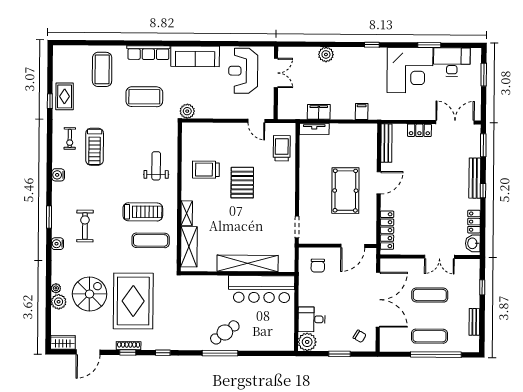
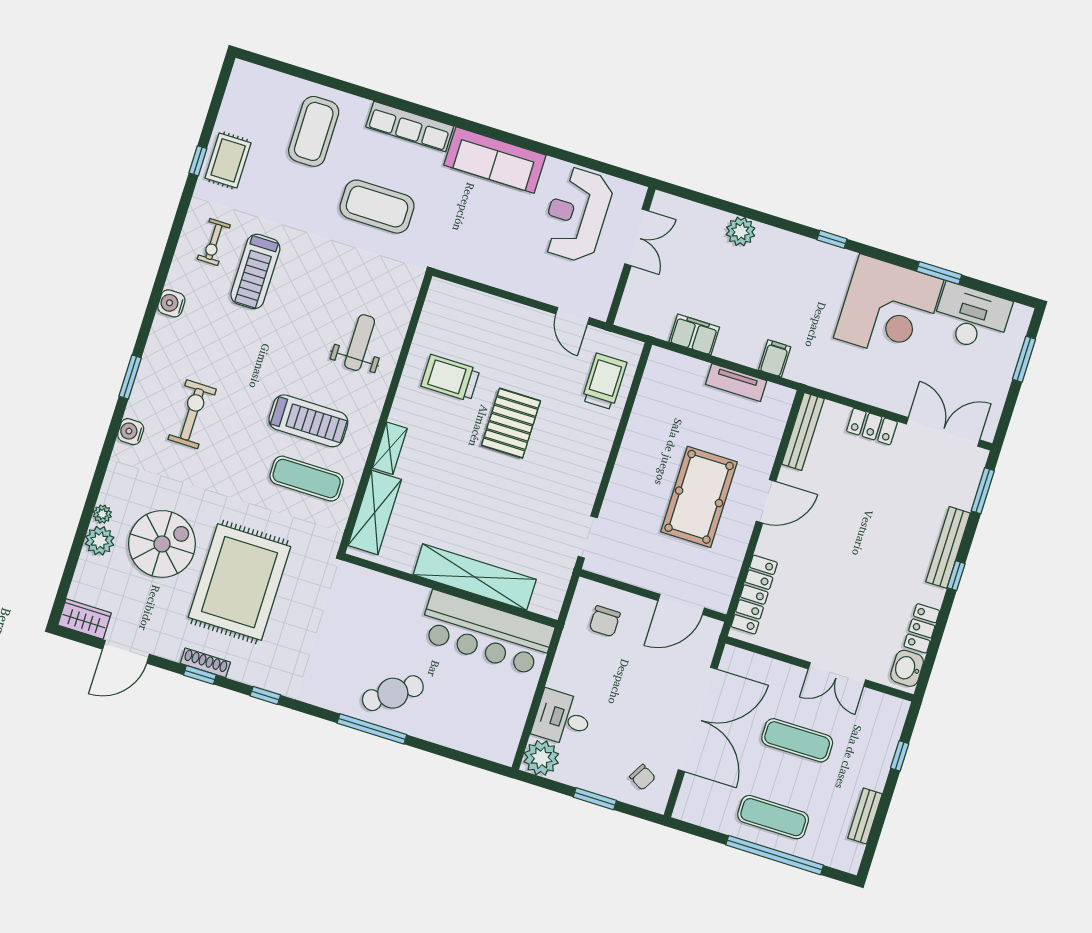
plant: (187, 111) -> (449, 258), removed
tv unit: (314, 129) -> (736, 383), moved

